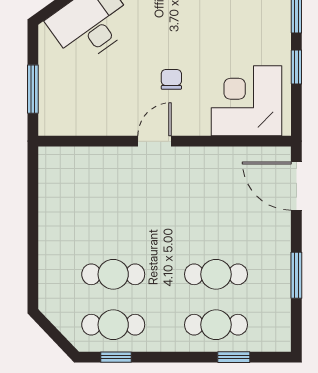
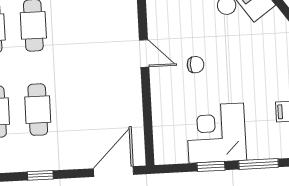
corner desk: (247, 101) -> (216, 133), moved, turned -90
window: (296, 275) -> (40, 175), width x0.67

